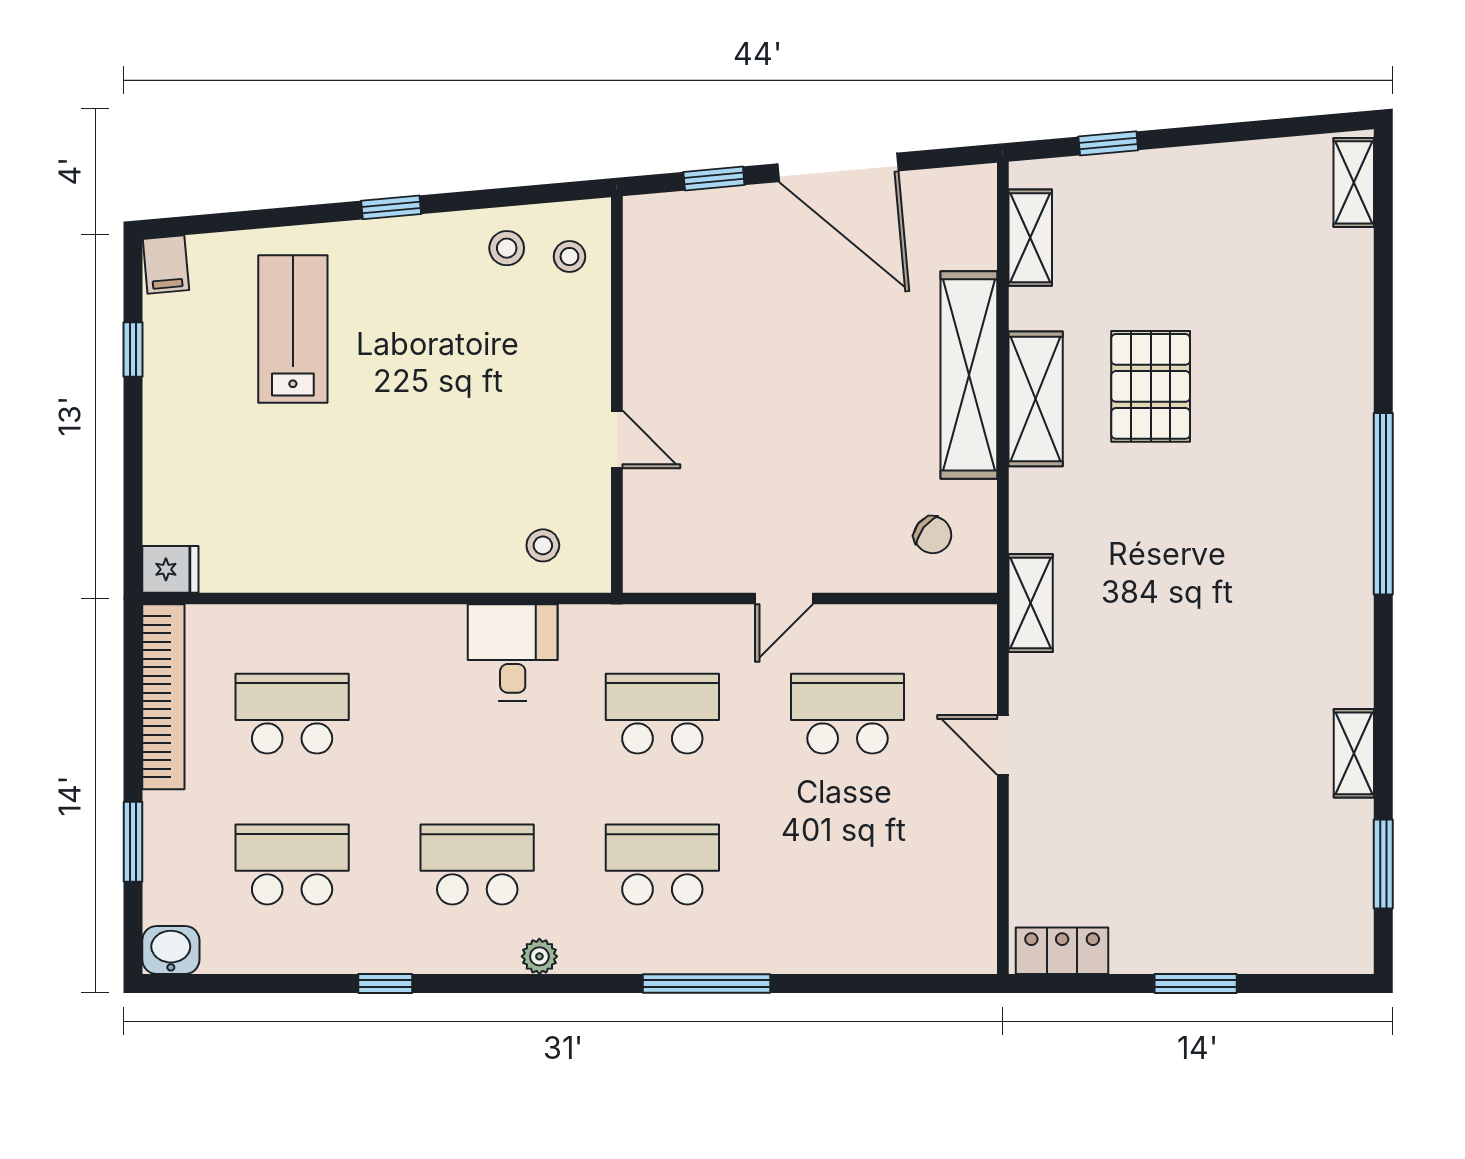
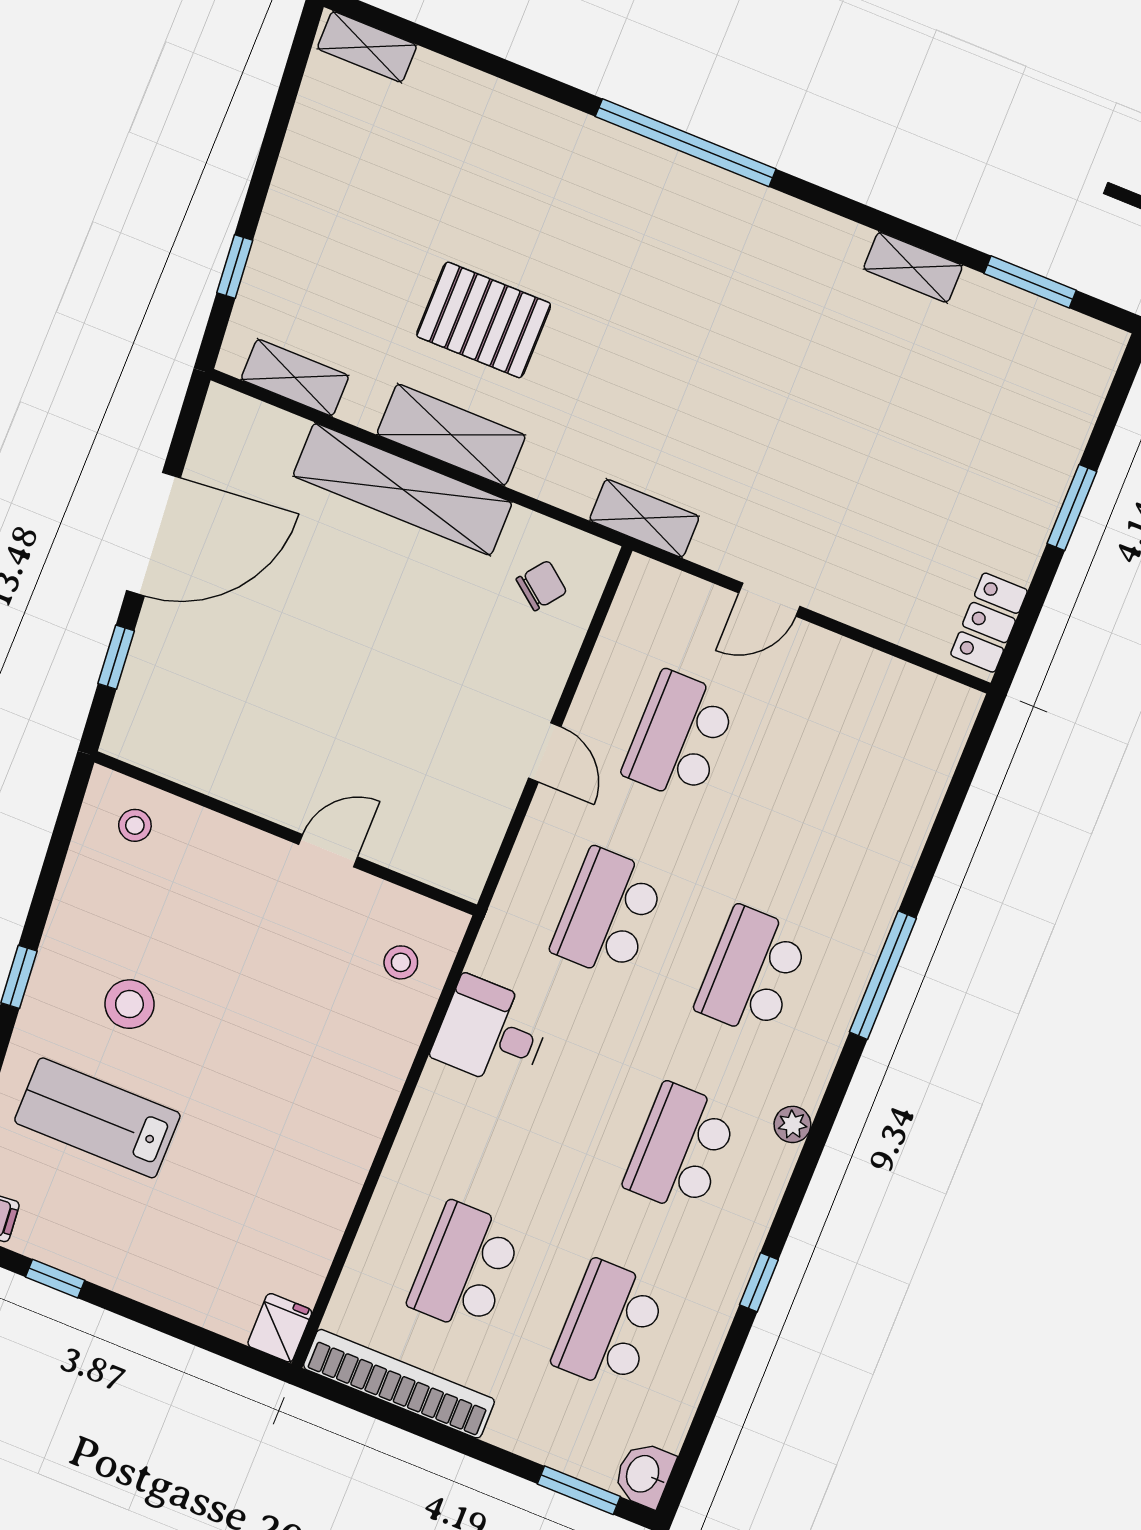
stool: (507, 248) -> (129, 1004), moved, width x1.37, depth x1.37
window: (133, 842) -> (579, 1490), moved

